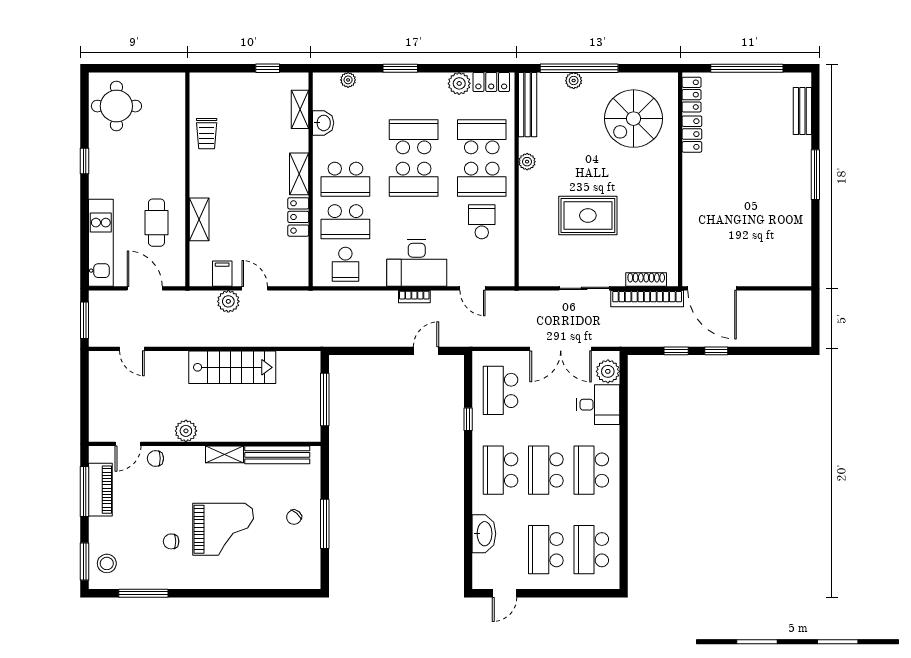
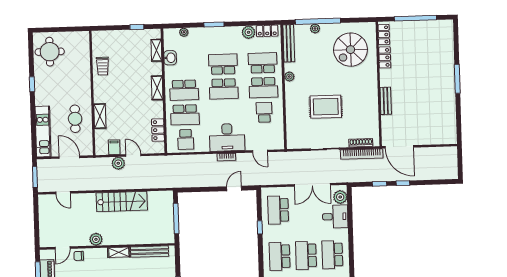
bench: (802, 111) -> (386, 101), moved
locker: (298, 217) -> (158, 130), moved

